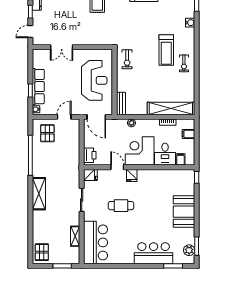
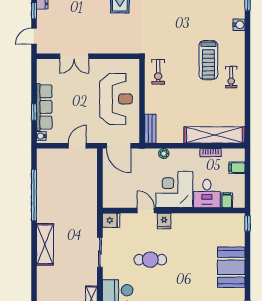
pallet: (47, 133) -> (56, 167), removed
printer: (90, 155) -> (110, 195), removed

